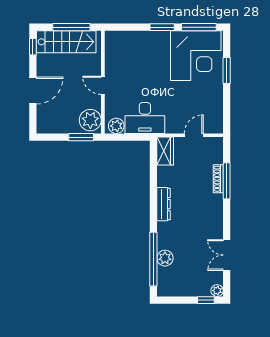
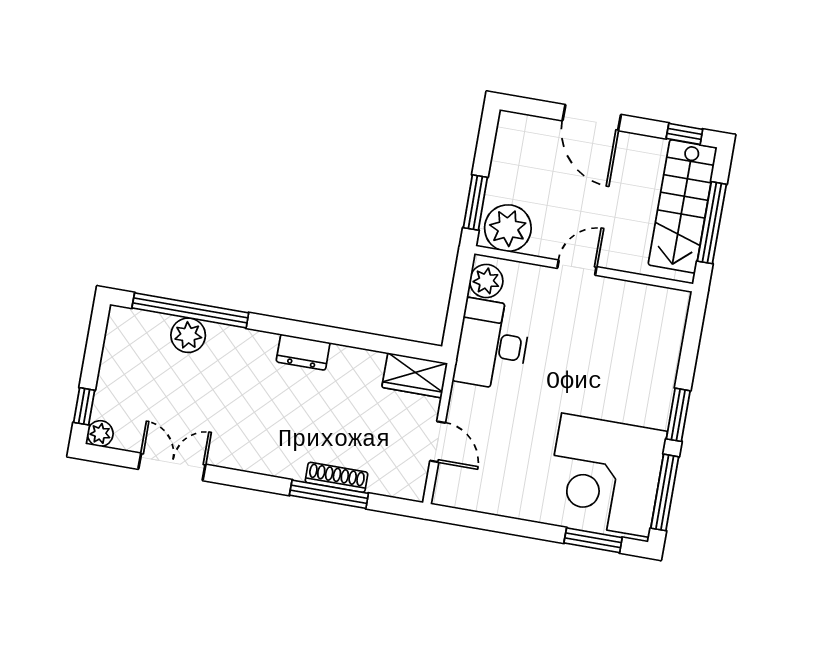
window: (227, 70) -> (593, 540), moved
dresser: (164, 204) -> (303, 352), width x0.70

